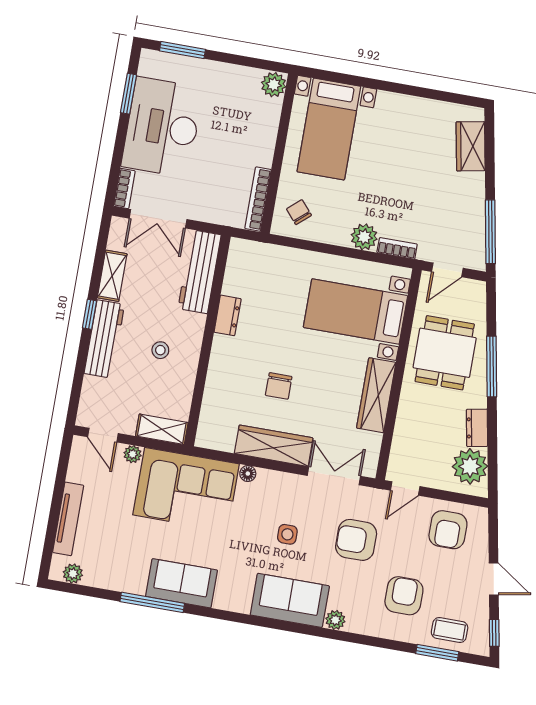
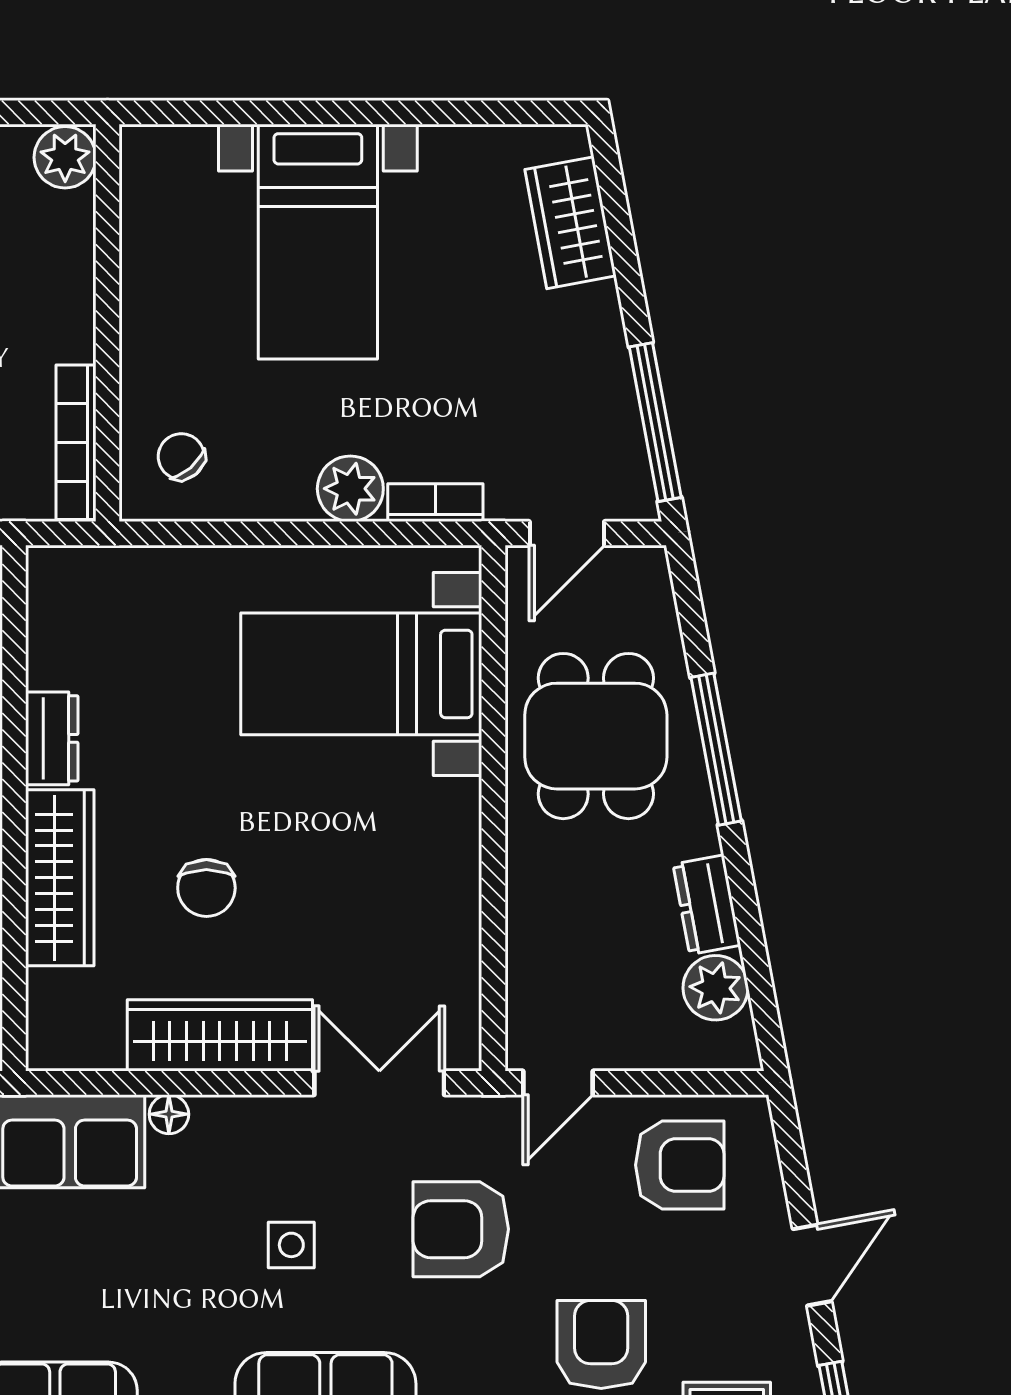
bed with nightstands: (329, 129) -> (318, 242), moved
wardrobe: (376, 395) -> (60, 878), moved, turned 180
plant: (470, 466) -> (716, 988), width x0.73, depth x0.73
armchair: (448, 530) -> (680, 1165), turned -90
door: (494, 579) -> (812, 1265), hinge flipped

